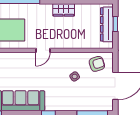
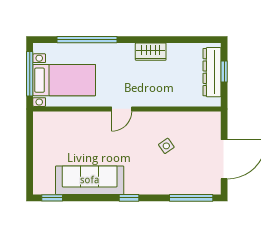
armchair: (97, 64) -> (198, 128), removed

